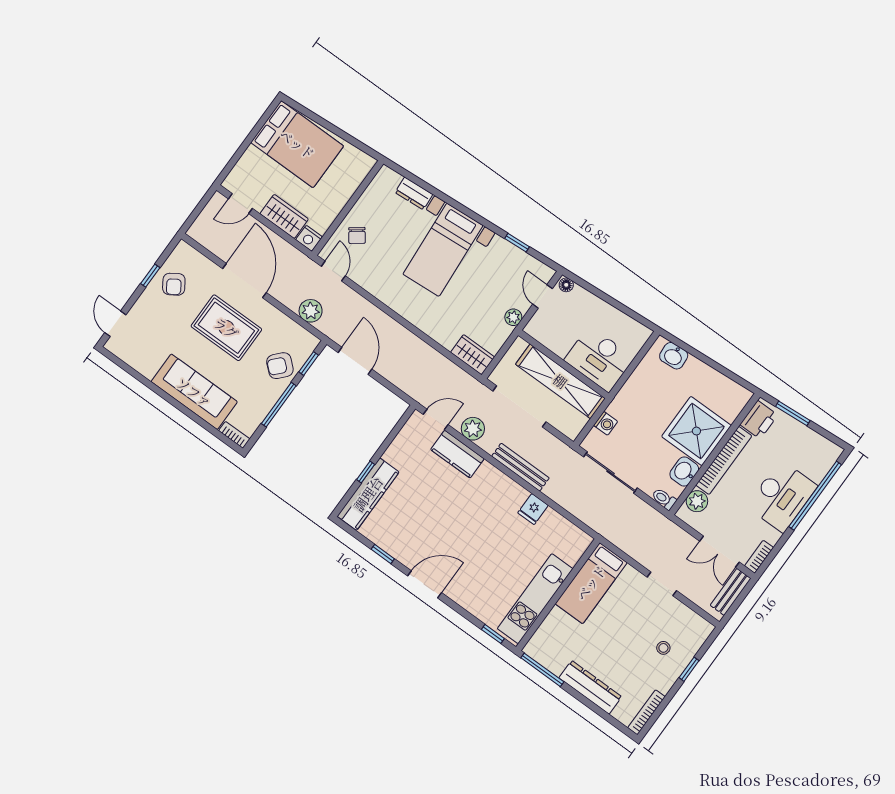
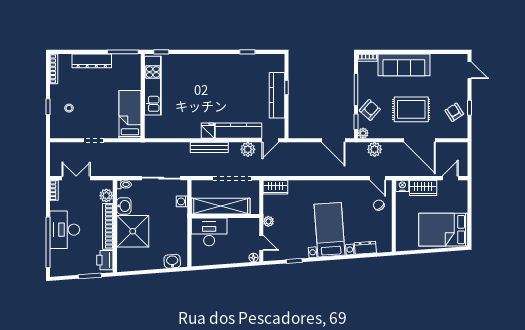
plant: (310, 342) -> (363, 133), added
kitchen counter: (457, 454) -> (239, 131), width x1.50
kitchen counter: (368, 494) -> (277, 95), moved
fridge: (533, 509) -> (208, 131), moved
door: (425, 584) -> (215, 52), removed
bench: (731, 592) -> (55, 162), removed

